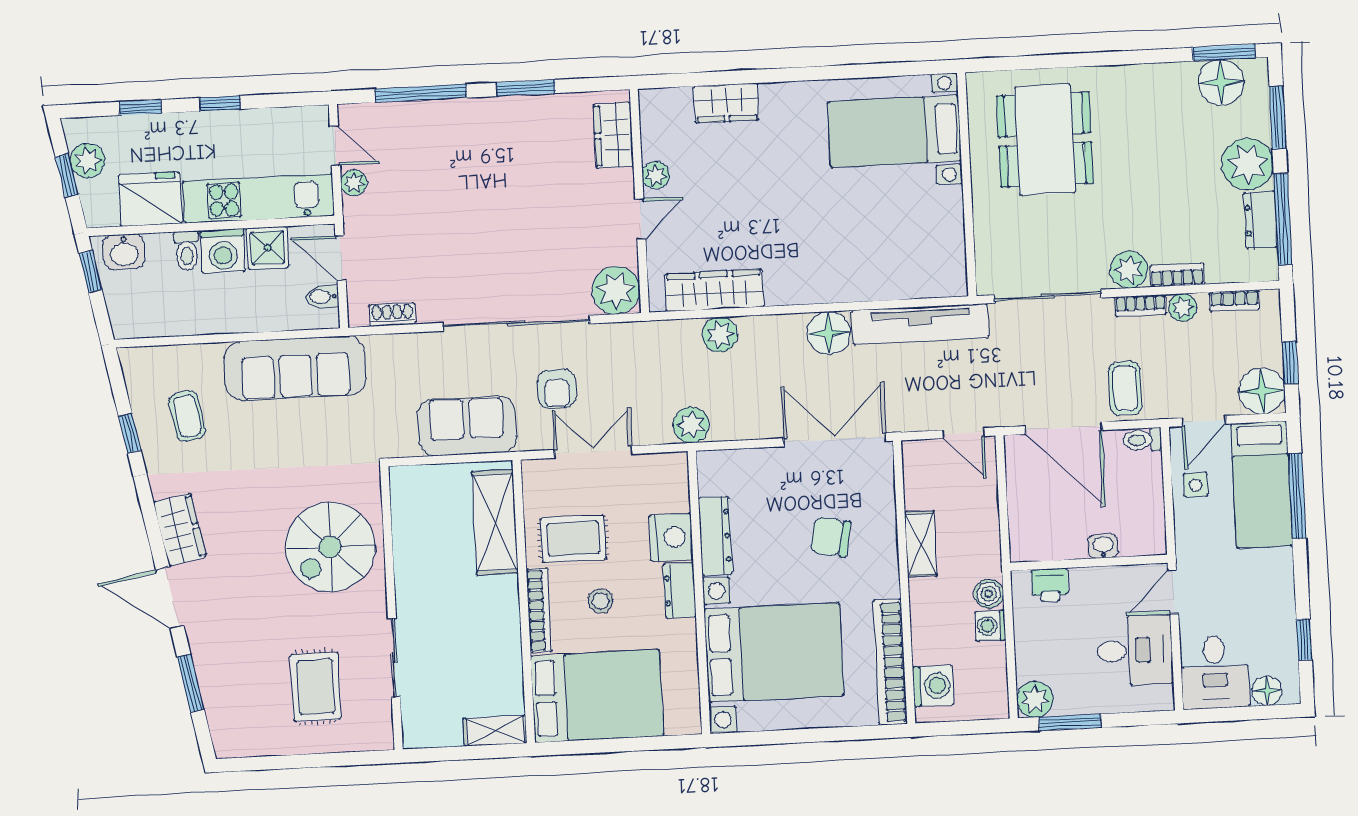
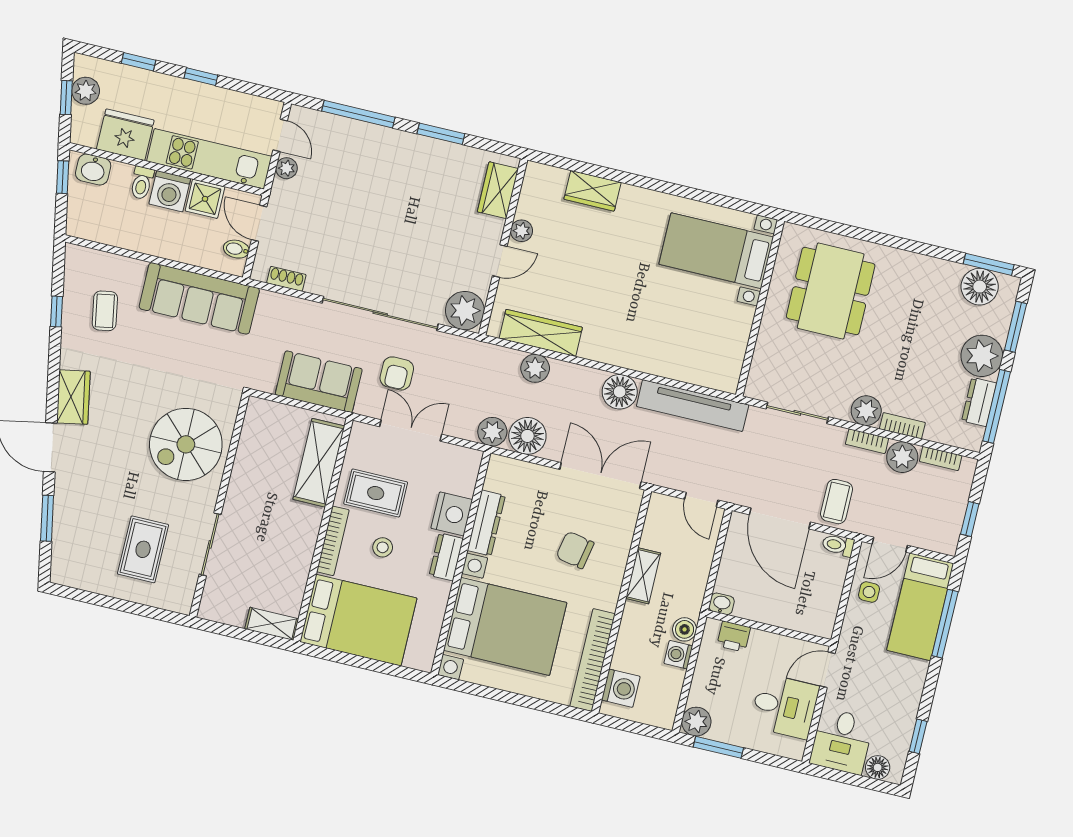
sliding door: (1048, 296) -> (797, 413), width x0.73
plant: (1183, 307) -> (902, 457), width x1.38, depth x1.38
floor lamp: (1262, 391) -> (527, 436), moved
washbasin: (1103, 546) -> (722, 604), moved

